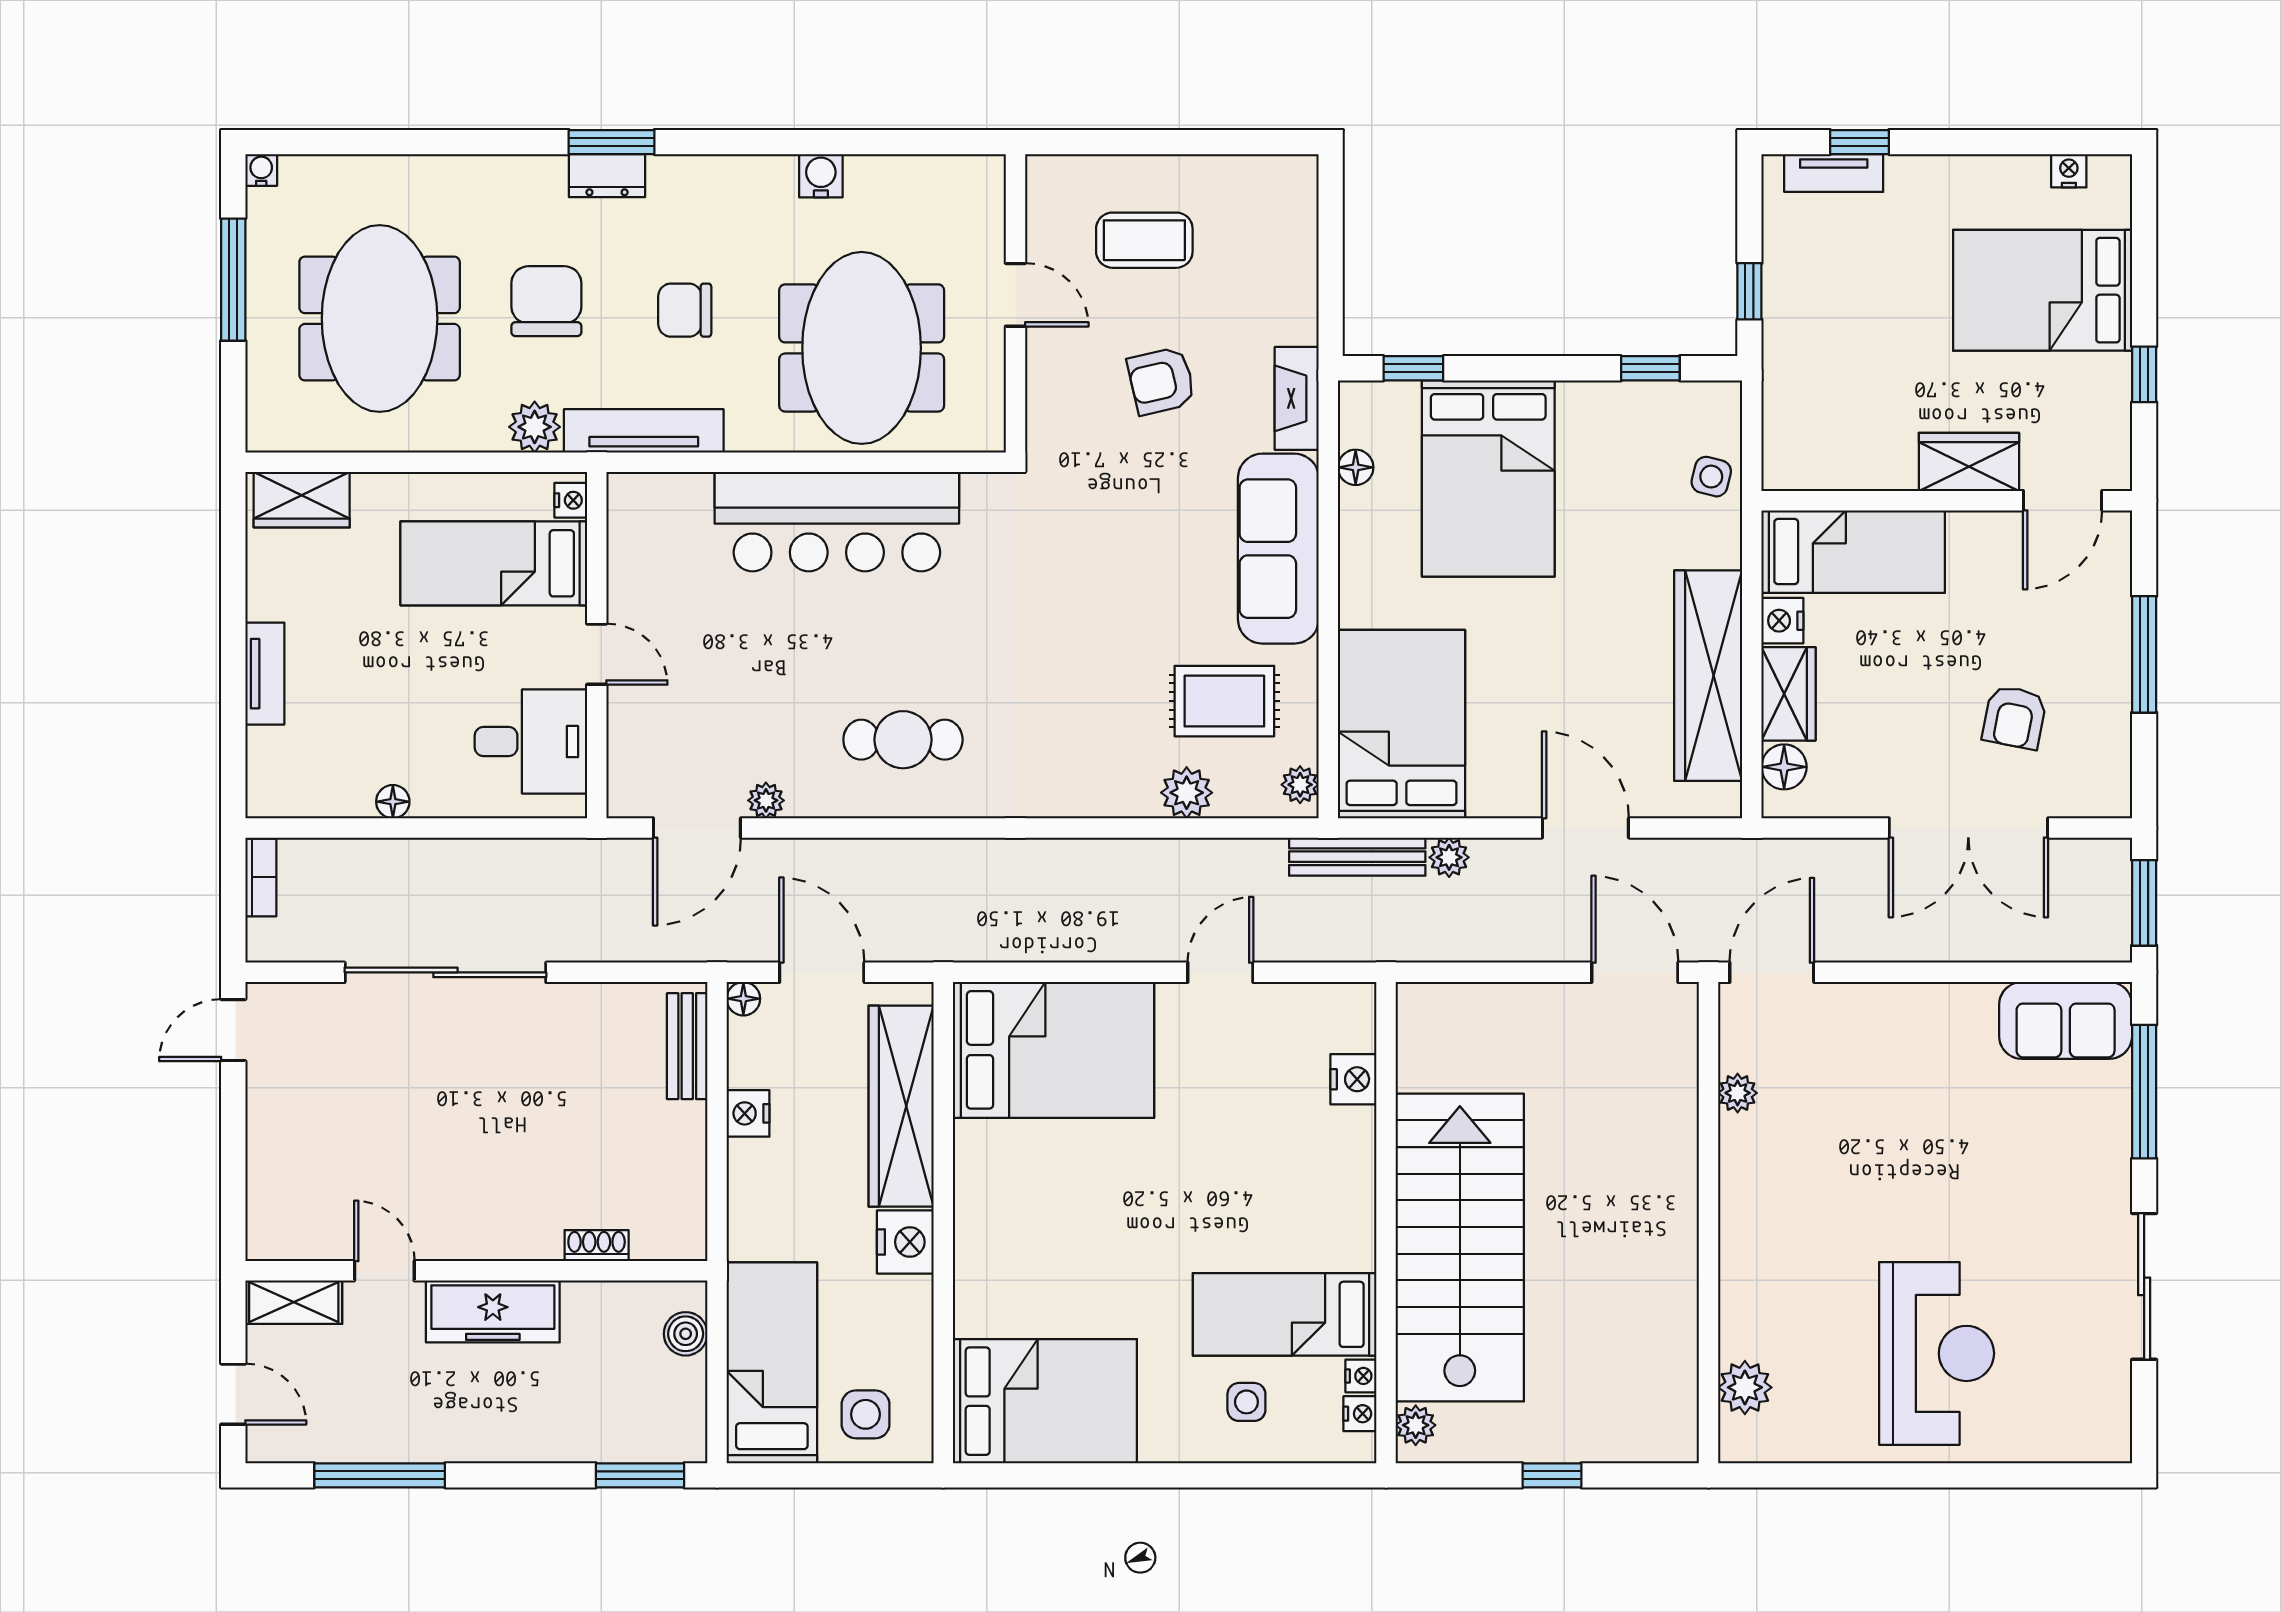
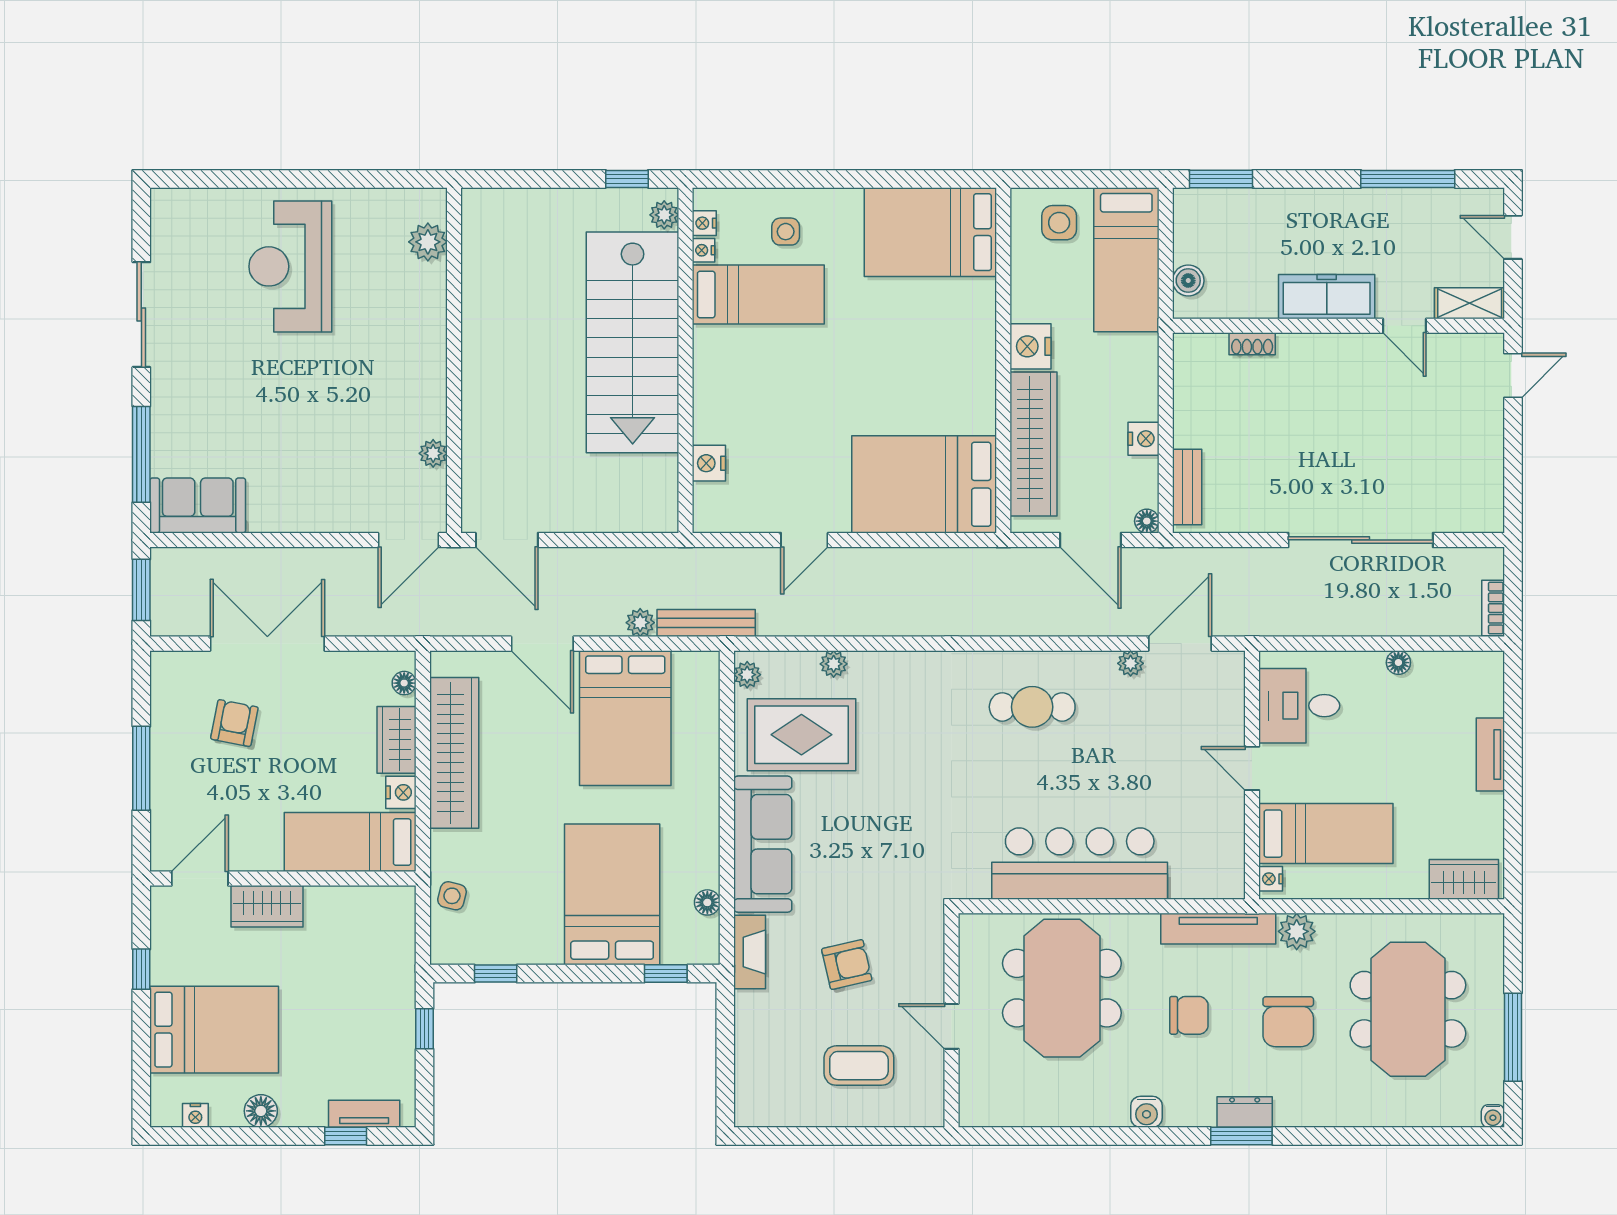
water cooler: (821, 176) -> (1147, 1112), moved
floor lamp: (1978, 177) -> (261, 1111), added
rug: (1224, 701) -> (801, 735), width x1.36, depth x1.43
bed: (1401, 724) -> (625, 718), moved
floor lamp: (1784, 767) -> (404, 683), width x0.73, depth x0.73
plant: (1187, 793) -> (834, 664), width x0.73, depth x0.73
door: (233, 1030) -> (1513, 376), moved
window: (1552, 1475) -> (627, 179), moved

